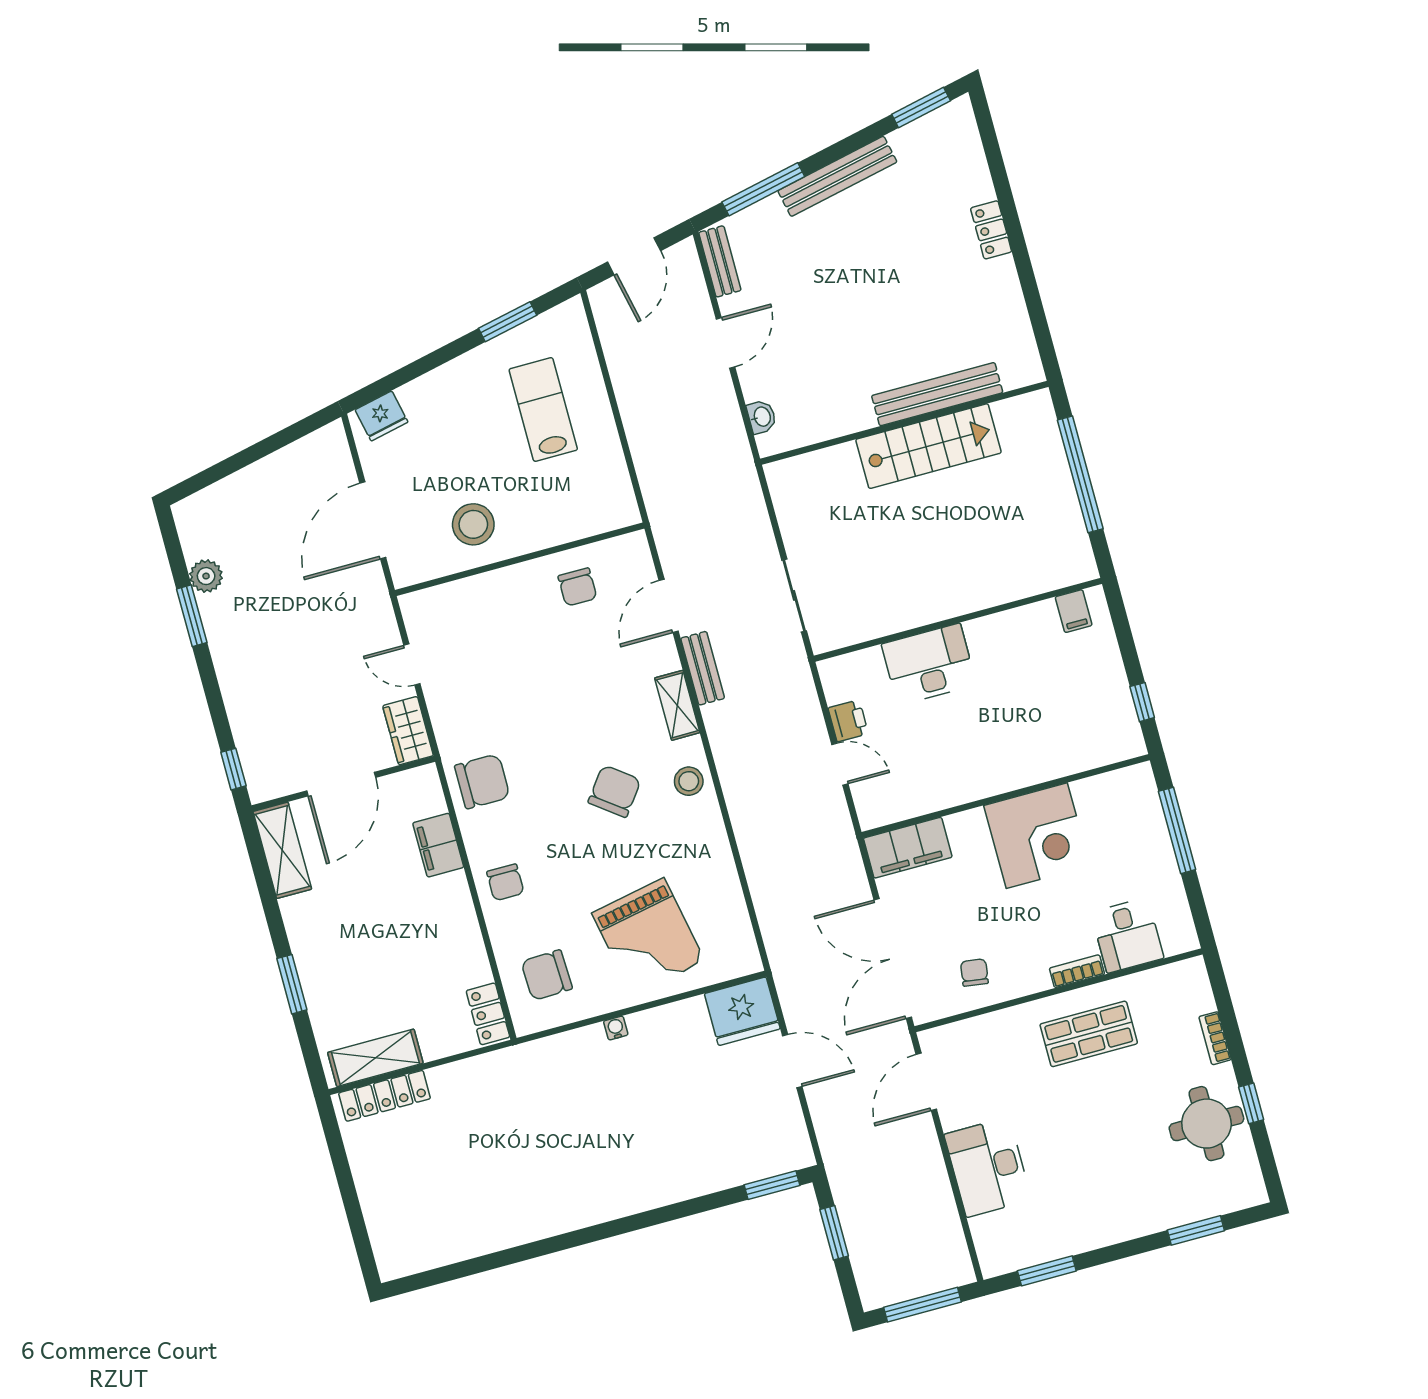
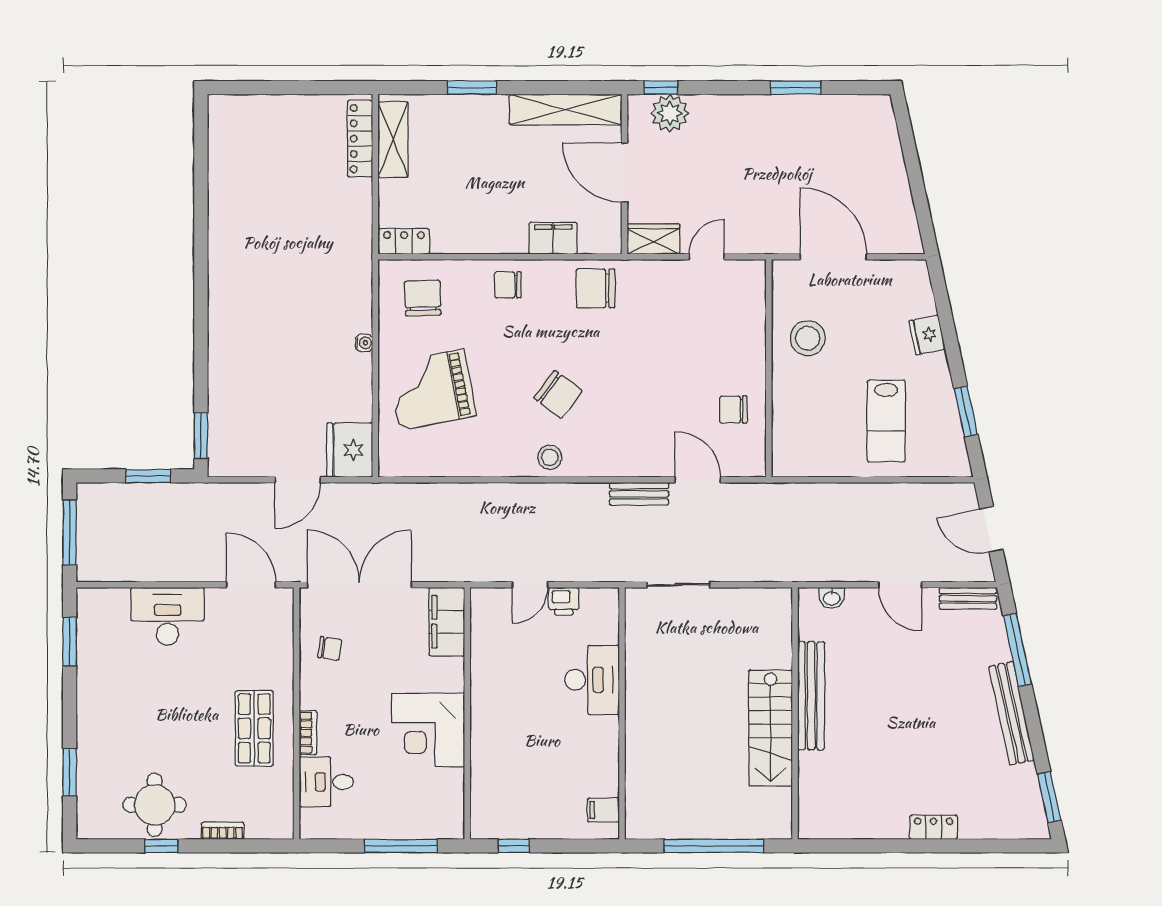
bench: (937, 394) -> (811, 696), moved
lab bench: (543, 410) -> (886, 421), turned 90
fridge: (381, 416) -> (927, 335), moved
plant: (206, 576) -> (670, 113), moved, width x1.36, depth x1.36
shelving: (677, 705) -> (614, 465), removed
chair: (482, 781) -> (596, 288), turned 90
shelving: (282, 850) -> (566, 110), width x1.47

